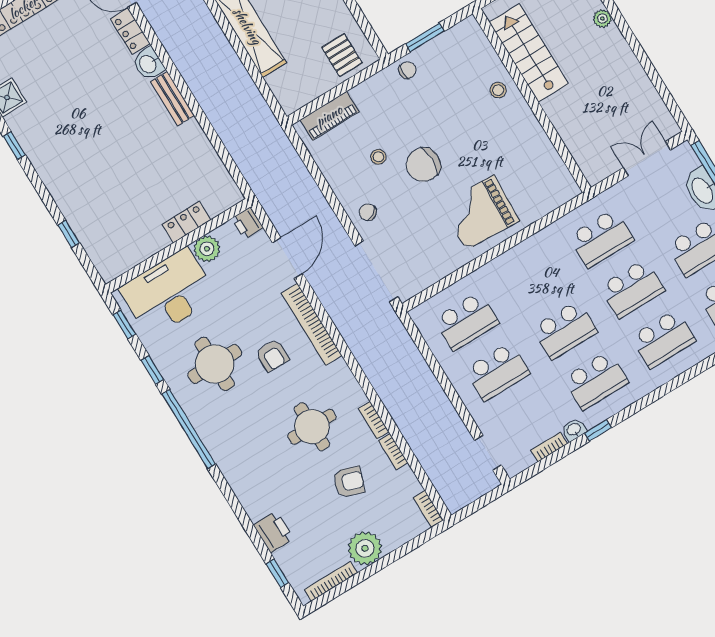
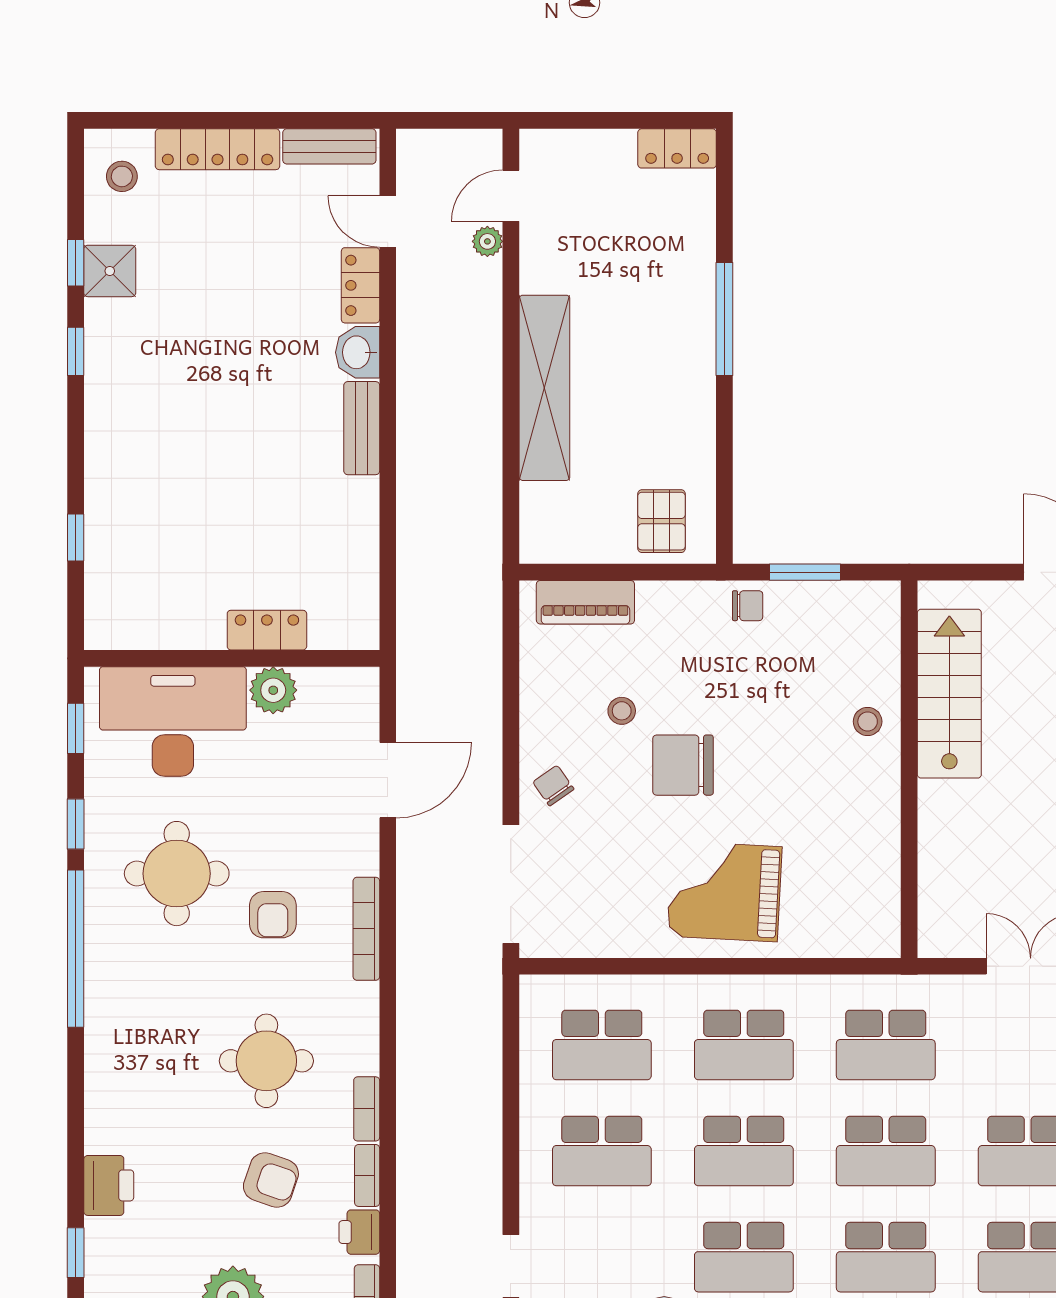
printer: (247, 223) -> (359, 1232), moved
school desk: (534, 280) -> (744, 1045), added
bookcase: (312, 324) -> (366, 929), width x0.68, depth x0.76

